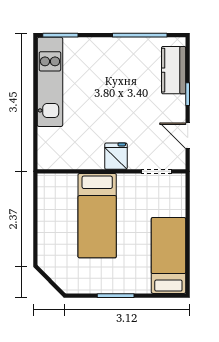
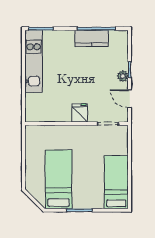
kitchen counter: (174, 70) -> (92, 38), moved, turned -90
plant: (178, 103) -> (123, 76), added
bed: (97, 216) -> (59, 179), moved, turned 180

